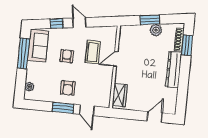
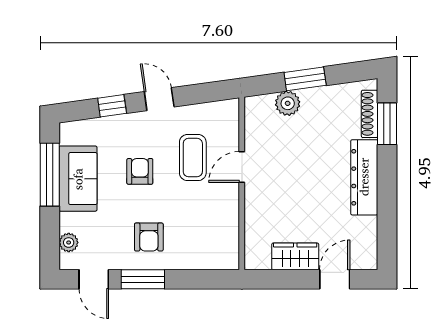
plant: (156, 30) -> (288, 103), moved
sofa: (38, 46) -> (78, 179), moved
wardrobe: (120, 95) -> (295, 256), moved, turned -90
door: (87, 110) -> (94, 279), moved

